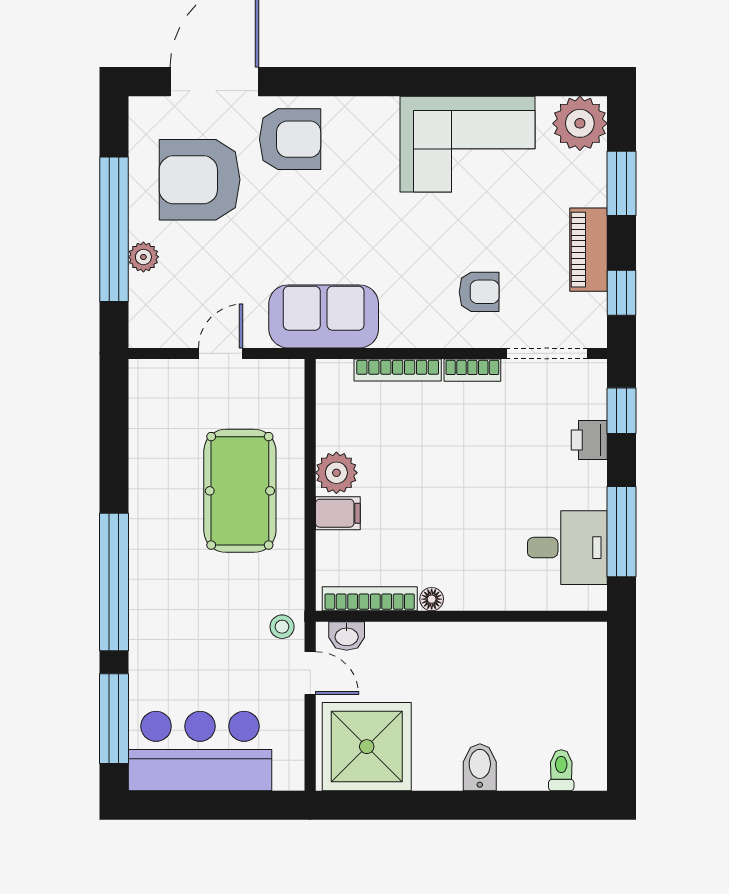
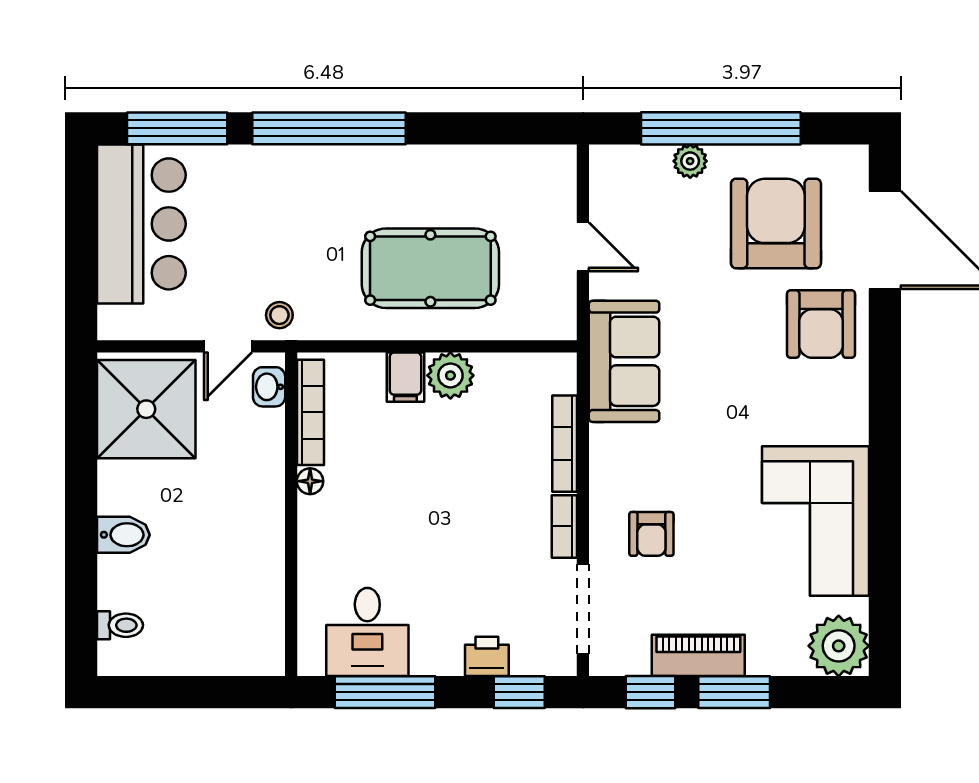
window: (622, 183) -> (734, 692), moved

